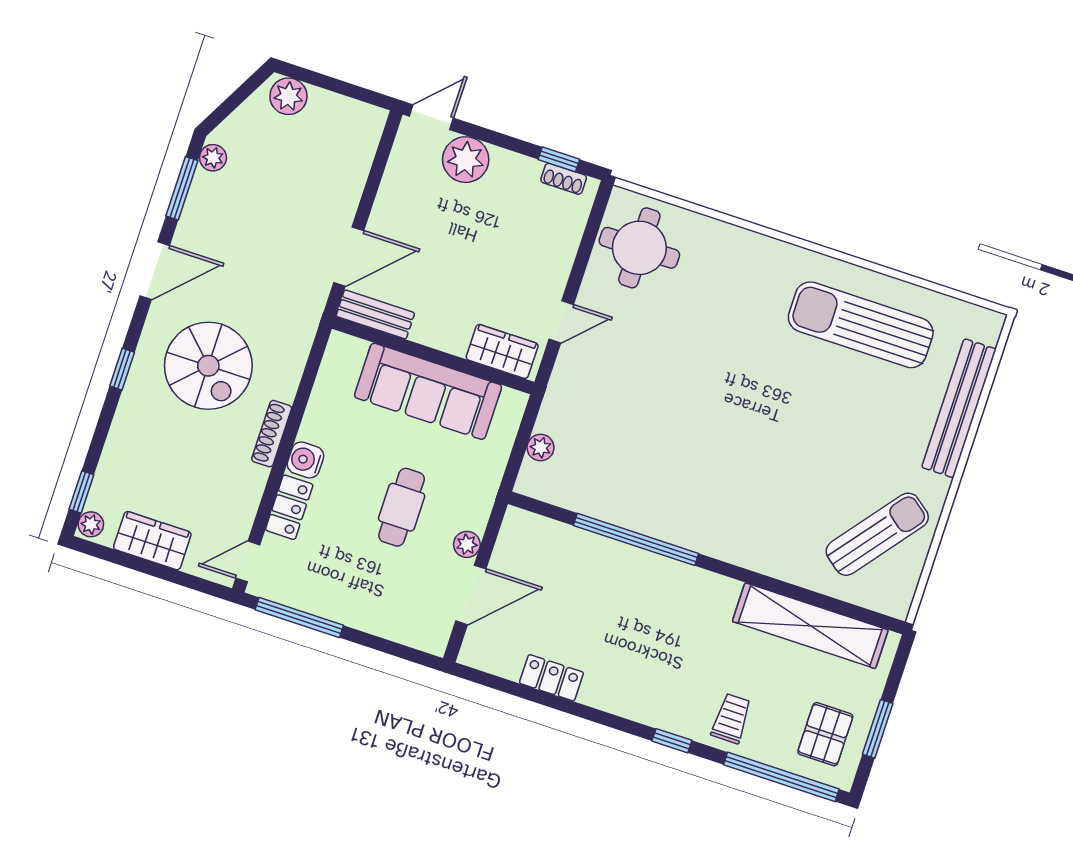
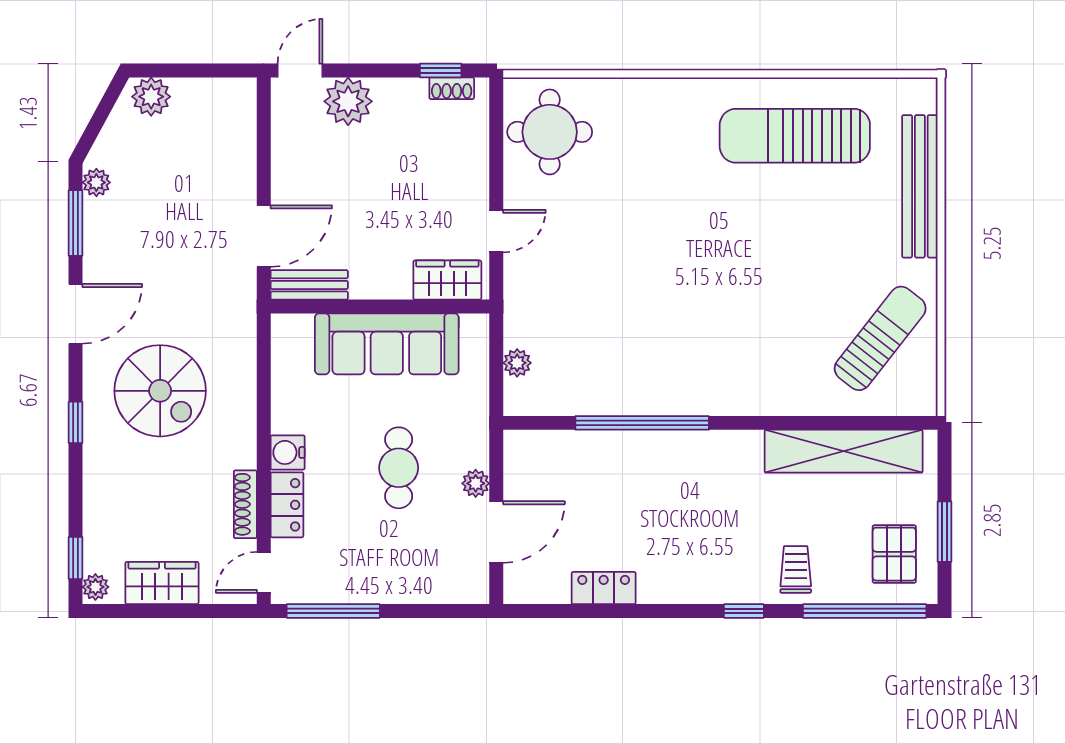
shoe rack: (272, 434) -> (245, 504), moved

